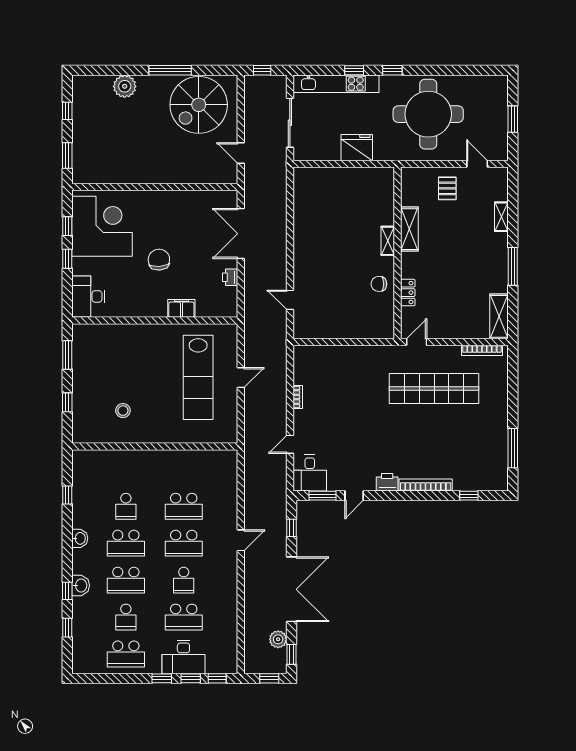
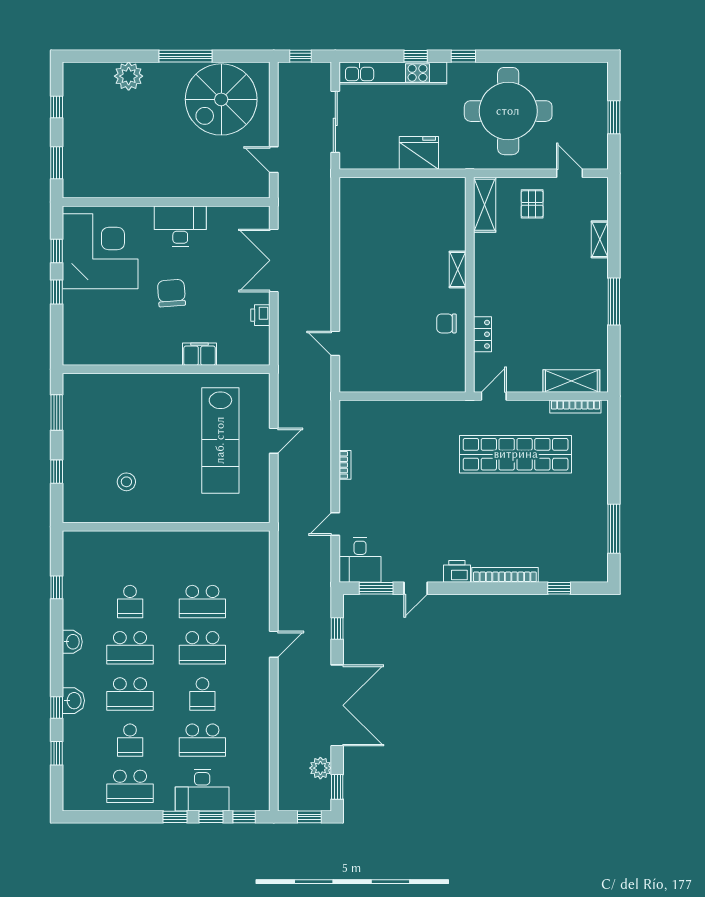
shelving: (409, 229) -> (485, 205), moved
desk: (88, 296) -> (180, 226), moved, turned 90
shelving: (499, 316) -> (571, 381), moved, turned 90

